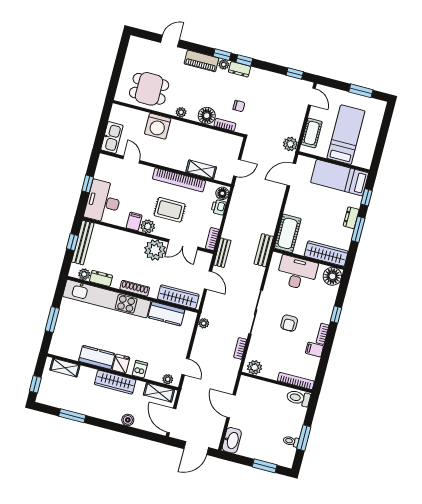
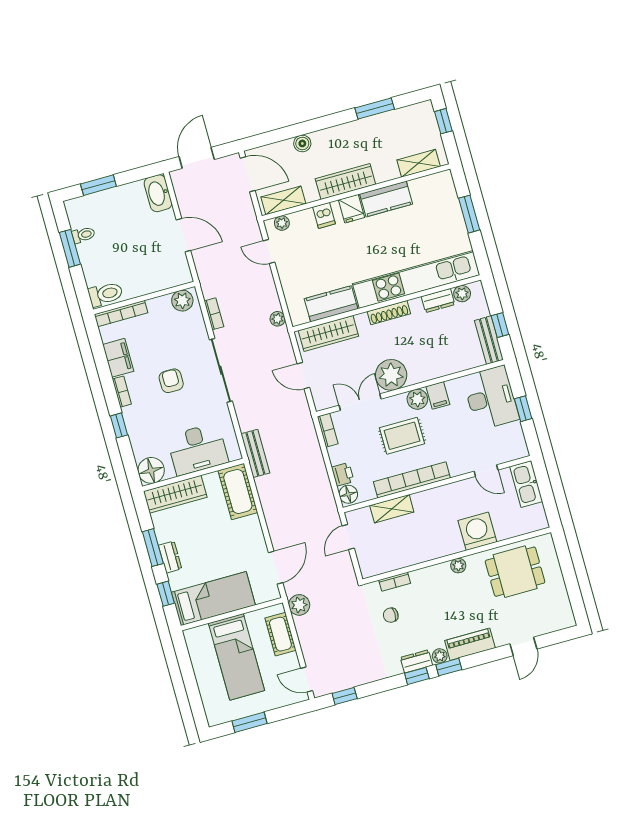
floor lamp: (207, 116) -> (424, 580), removed
bench: (83, 243) -> (489, 340), width x0.73
bench: (222, 253) -> (305, 420), removed
filing cabinet: (314, 350) -> (118, 358), width x2.00

